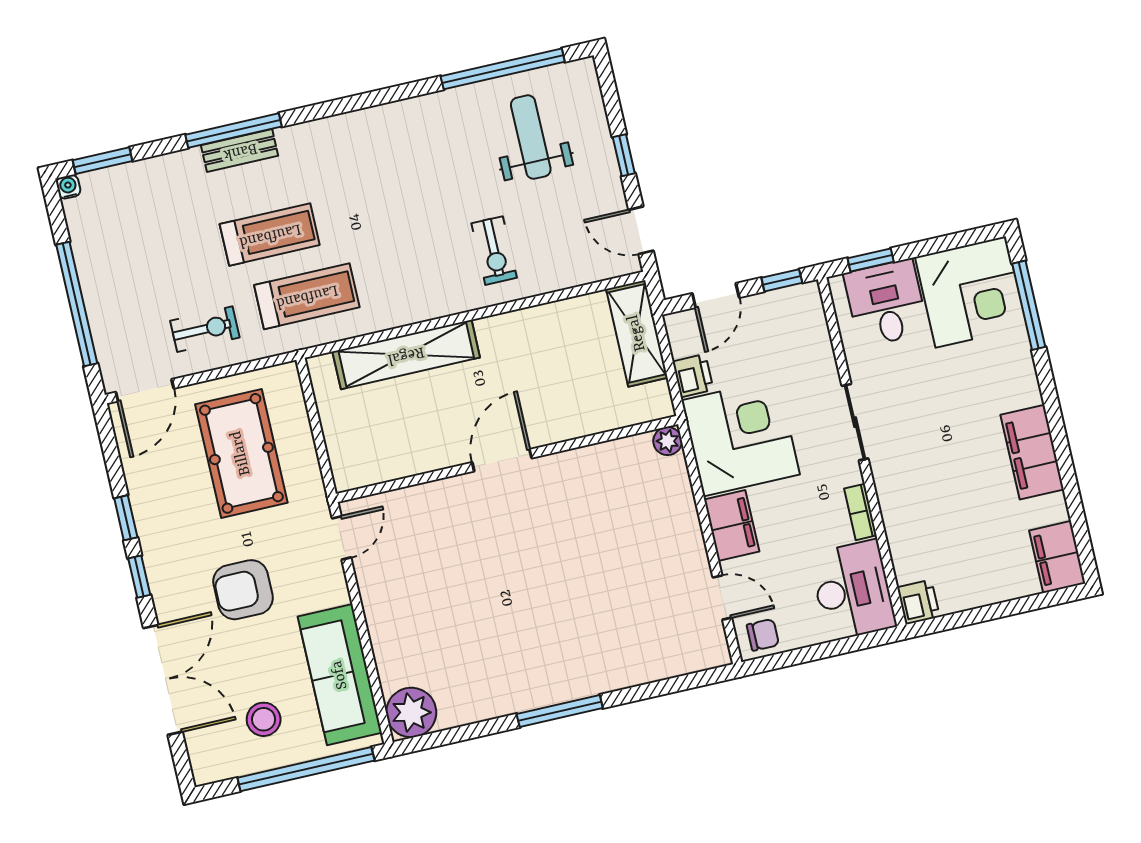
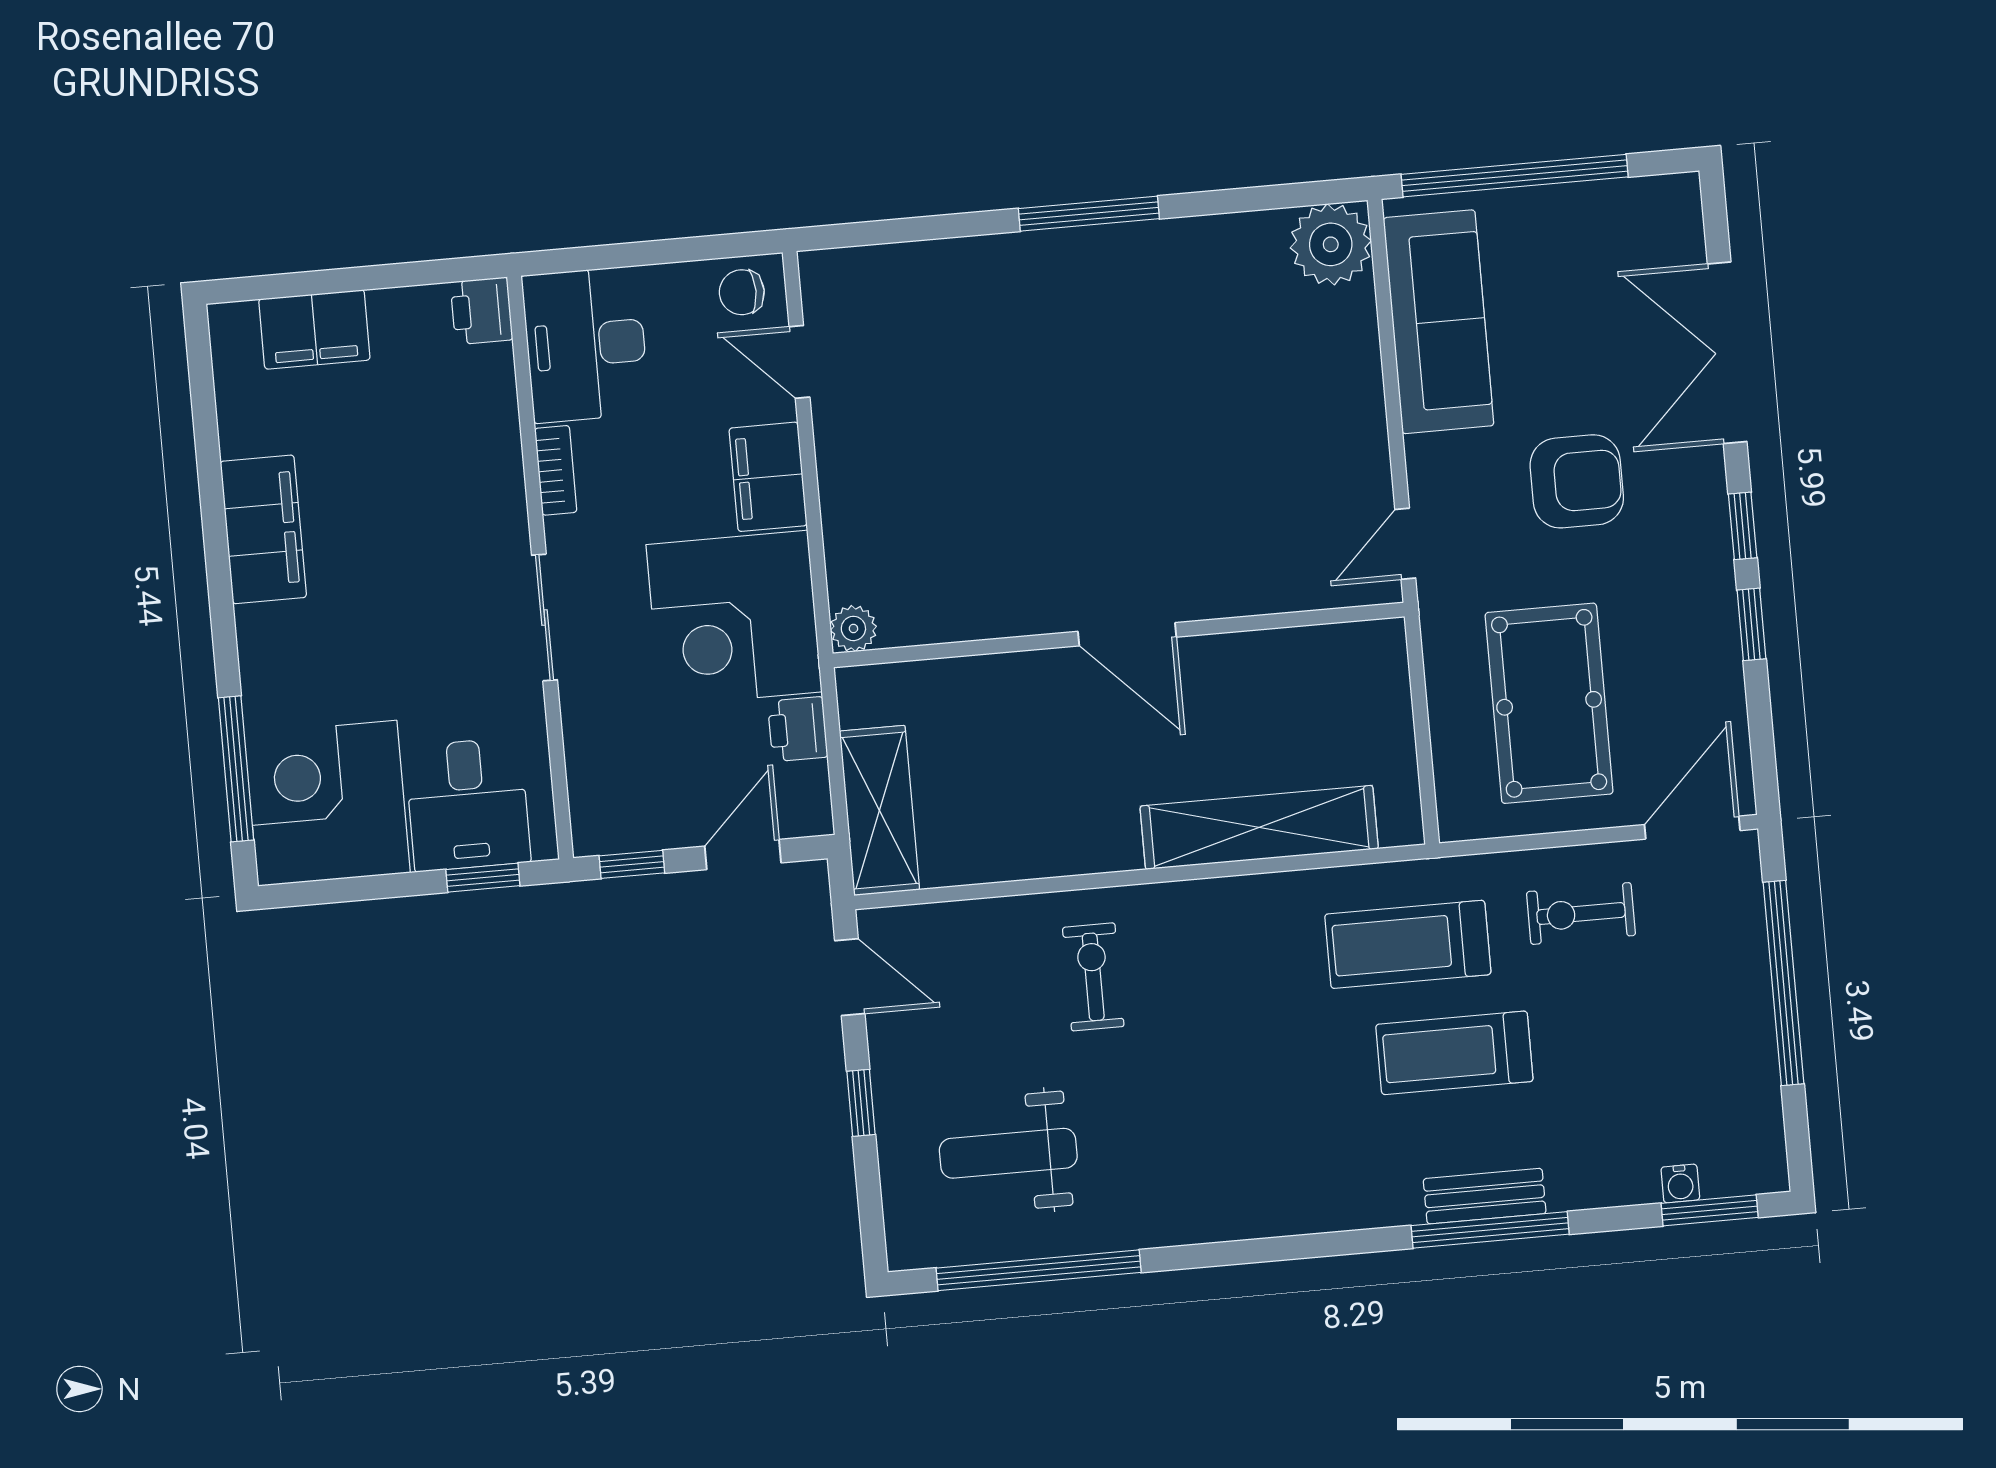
weight bench: (531, 137) -> (1008, 1153), turned 90
water cooler: (68, 187) -> (1680, 1183), moved
door: (502, 460) -> (1127, 634), hinge flipped
filing cabinet: (1057, 557) -> (314, 329), moved, turned 90
stool: (264, 719) -> (1572, 266), removed

